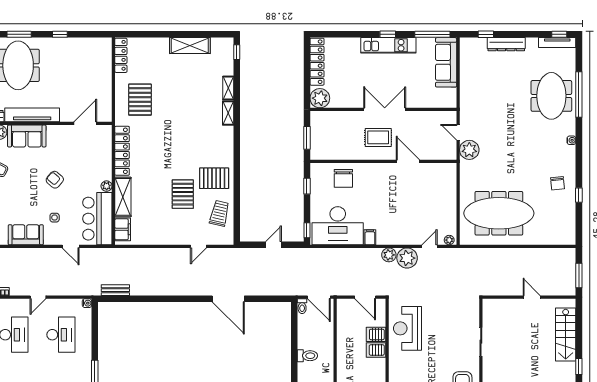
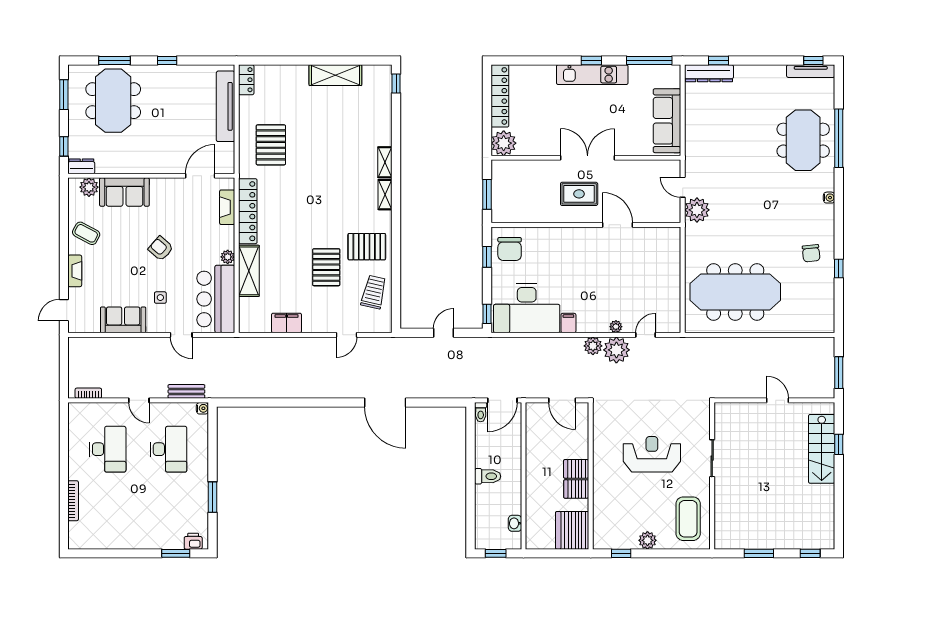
dresser: (506, 44) -> (709, 73), moved
locker: (121, 55) -> (246, 80), width x0.66
sofa: (446, 62) -> (667, 121), moved
shelving: (228, 88) -> (385, 195), moved
tv unit: (32, 115) -> (226, 106), moved, turned -90
fireplace: (106, 148) -> (227, 207), added
chair: (343, 178) -> (510, 249), moved
filing cabinet: (123, 229) -> (287, 323), moved, turned -90
plant: (449, 240) -> (616, 327), moved
bench: (115, 290) -> (186, 391), moved
door: (38, 297) -> (139, 400), hinge flipped
door: (319, 297) -> (502, 400), hinge flipped
reception desk: (407, 328) -> (652, 454), moved, turned 90
server rack: (376, 334) -> (576, 489), moved
window: (579, 367) -> (839, 444), moved

